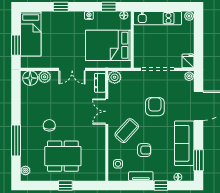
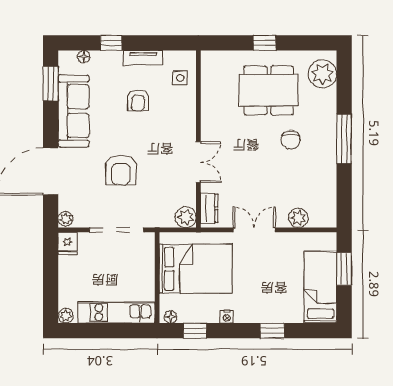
floor lamp: (30, 78) -> (321, 216), removed
coffee table: (127, 131) -> (166, 131), removed
window: (16, 140) -> (344, 139), moved
armchair: (144, 150) -> (138, 100), turned -90
plant: (25, 170) -> (322, 74), width x1.87, depth x1.87

